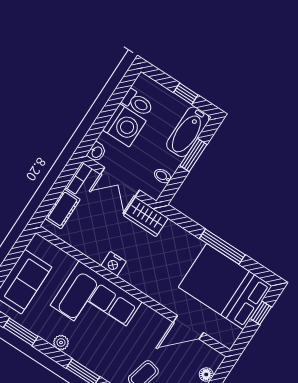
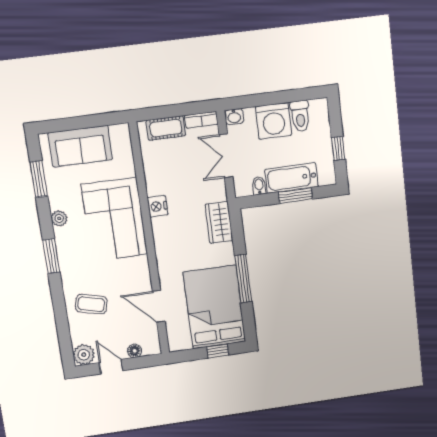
bathtub: (188, 132) -> (292, 178), moved
wardrobe: (146, 217) -> (219, 222), moved

